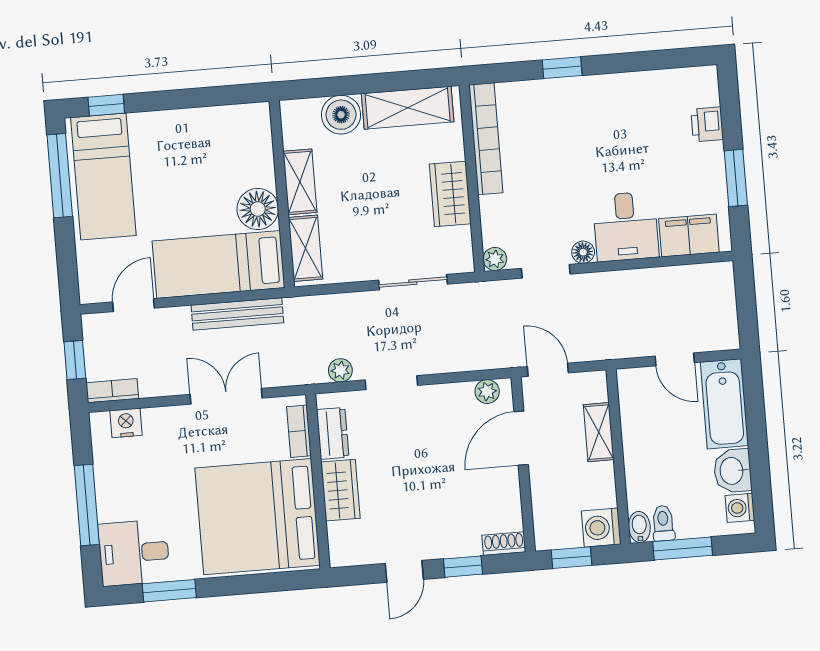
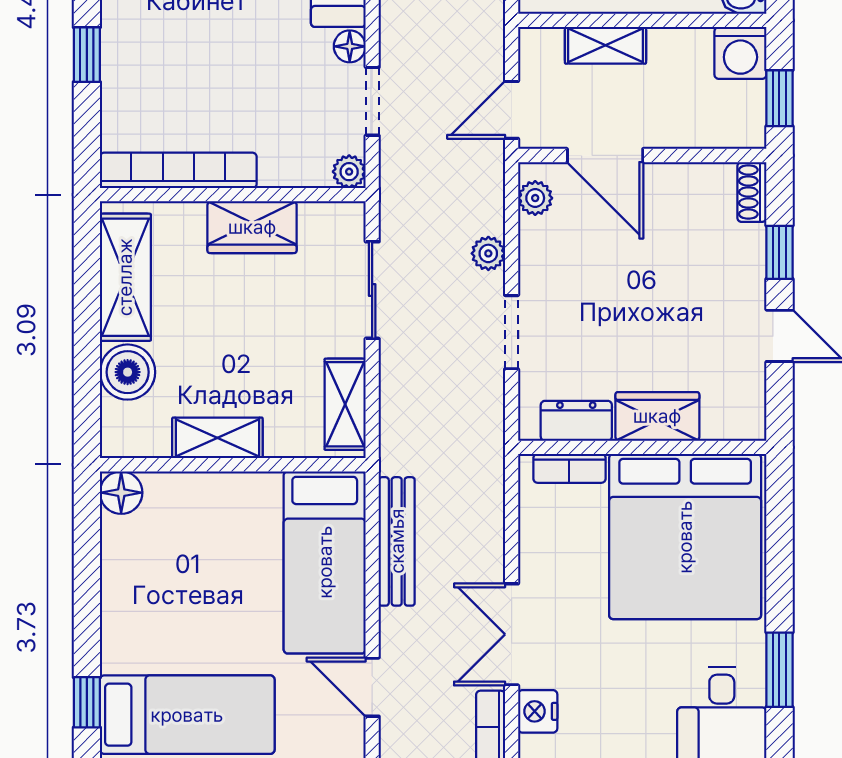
floor lamp: (258, 209) -> (121, 493), moved, width x0.73, depth x0.73
shelving: (306, 248) -> (345, 404), moved, turned 90
plant: (340, 370) -> (488, 253), moved
double door: (226, 396) -> (512, 634), moved

